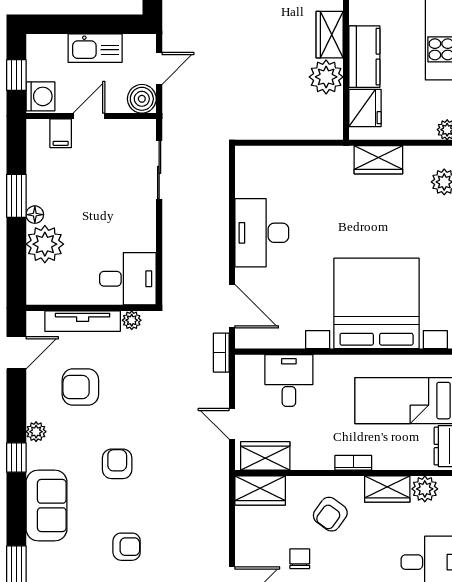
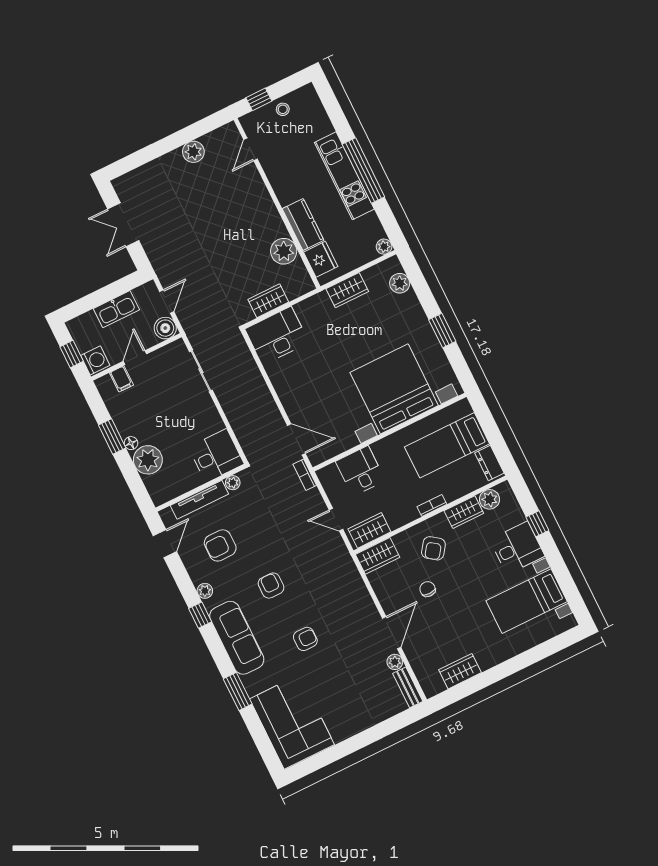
wardrobe: (330, 35) -> (268, 301), moved, turned 90
desk: (262, 233) -> (277, 336), moved, turned 90
sofa: (46, 505) -> (237, 638), width x1.36

